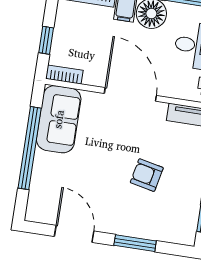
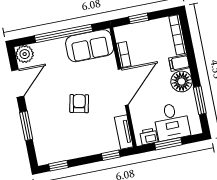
bookcase: (64, 75) -> (124, 55), moved
armchair: (147, 175) -> (79, 104), moved
plant: (38, 210) -> (25, 54), added

